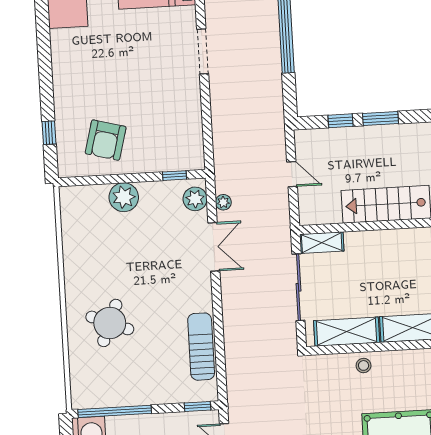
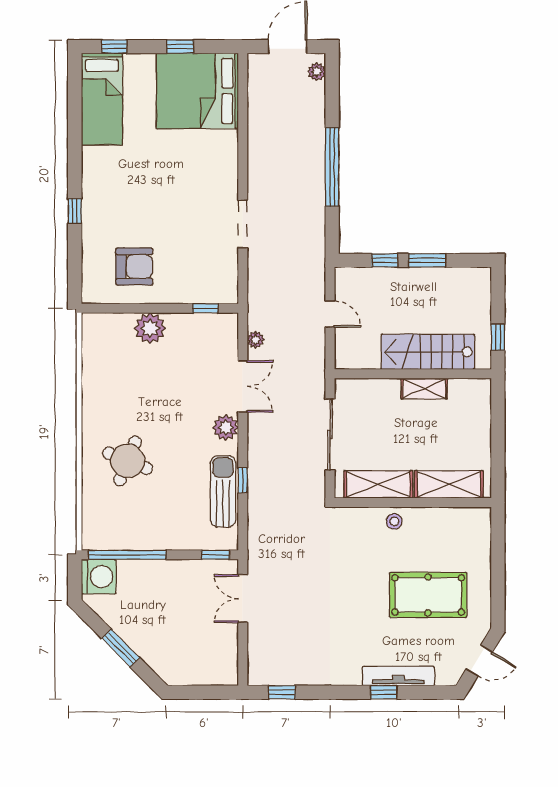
doorway: (203, 51) -> (243, 224), moved
window: (49, 133) -> (75, 211), moved
armchair: (106, 140) -> (134, 267), turned -105
plant: (195, 199) -> (226, 428), moved
shelving: (322, 243) -> (424, 389), moved
window: (219, 335) -> (243, 480), added

